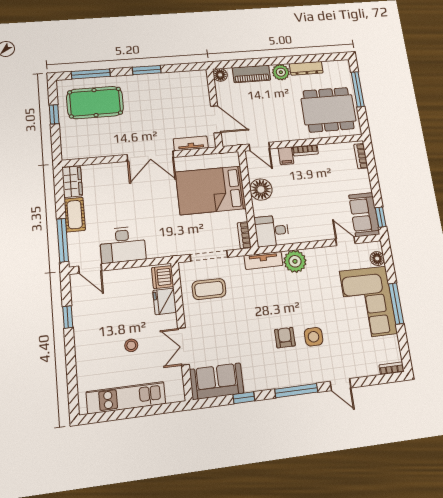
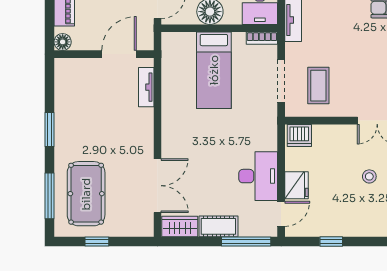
double door: (150, 156) -> (157, 186), moved
bed: (211, 190) -> (214, 70), width x0.67
fridge: (165, 301) -> (297, 185), moved, turned -90

